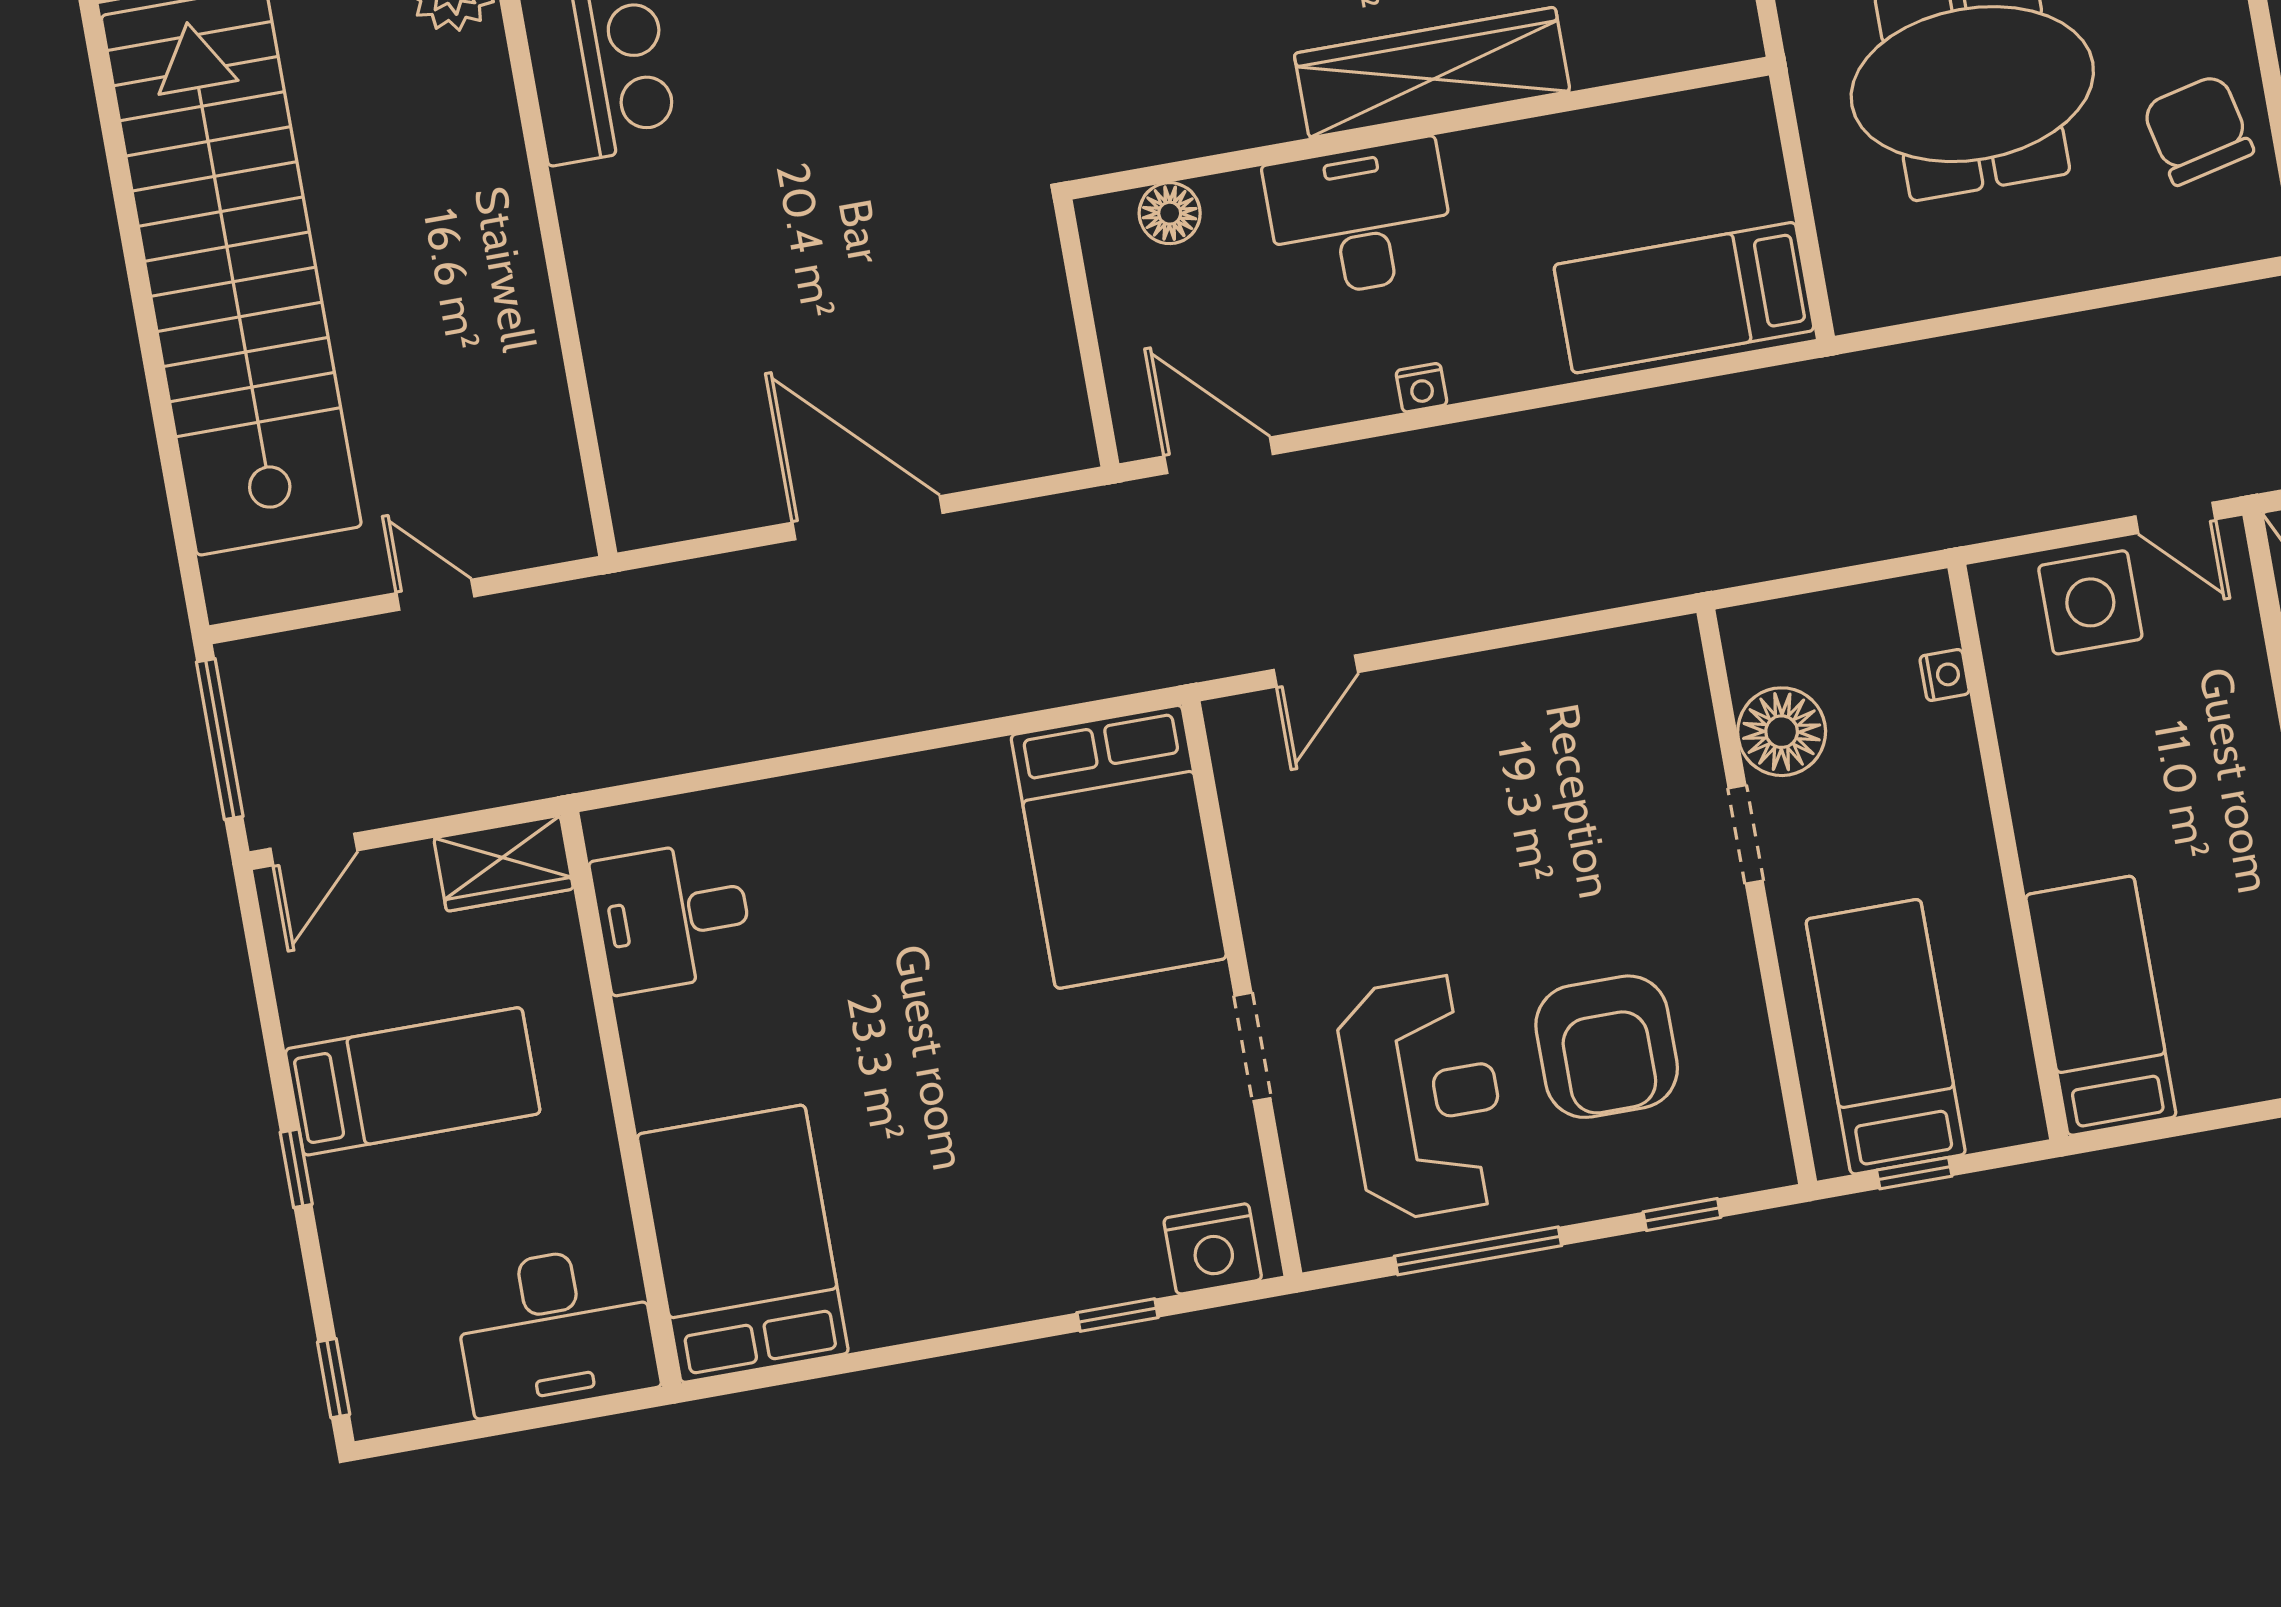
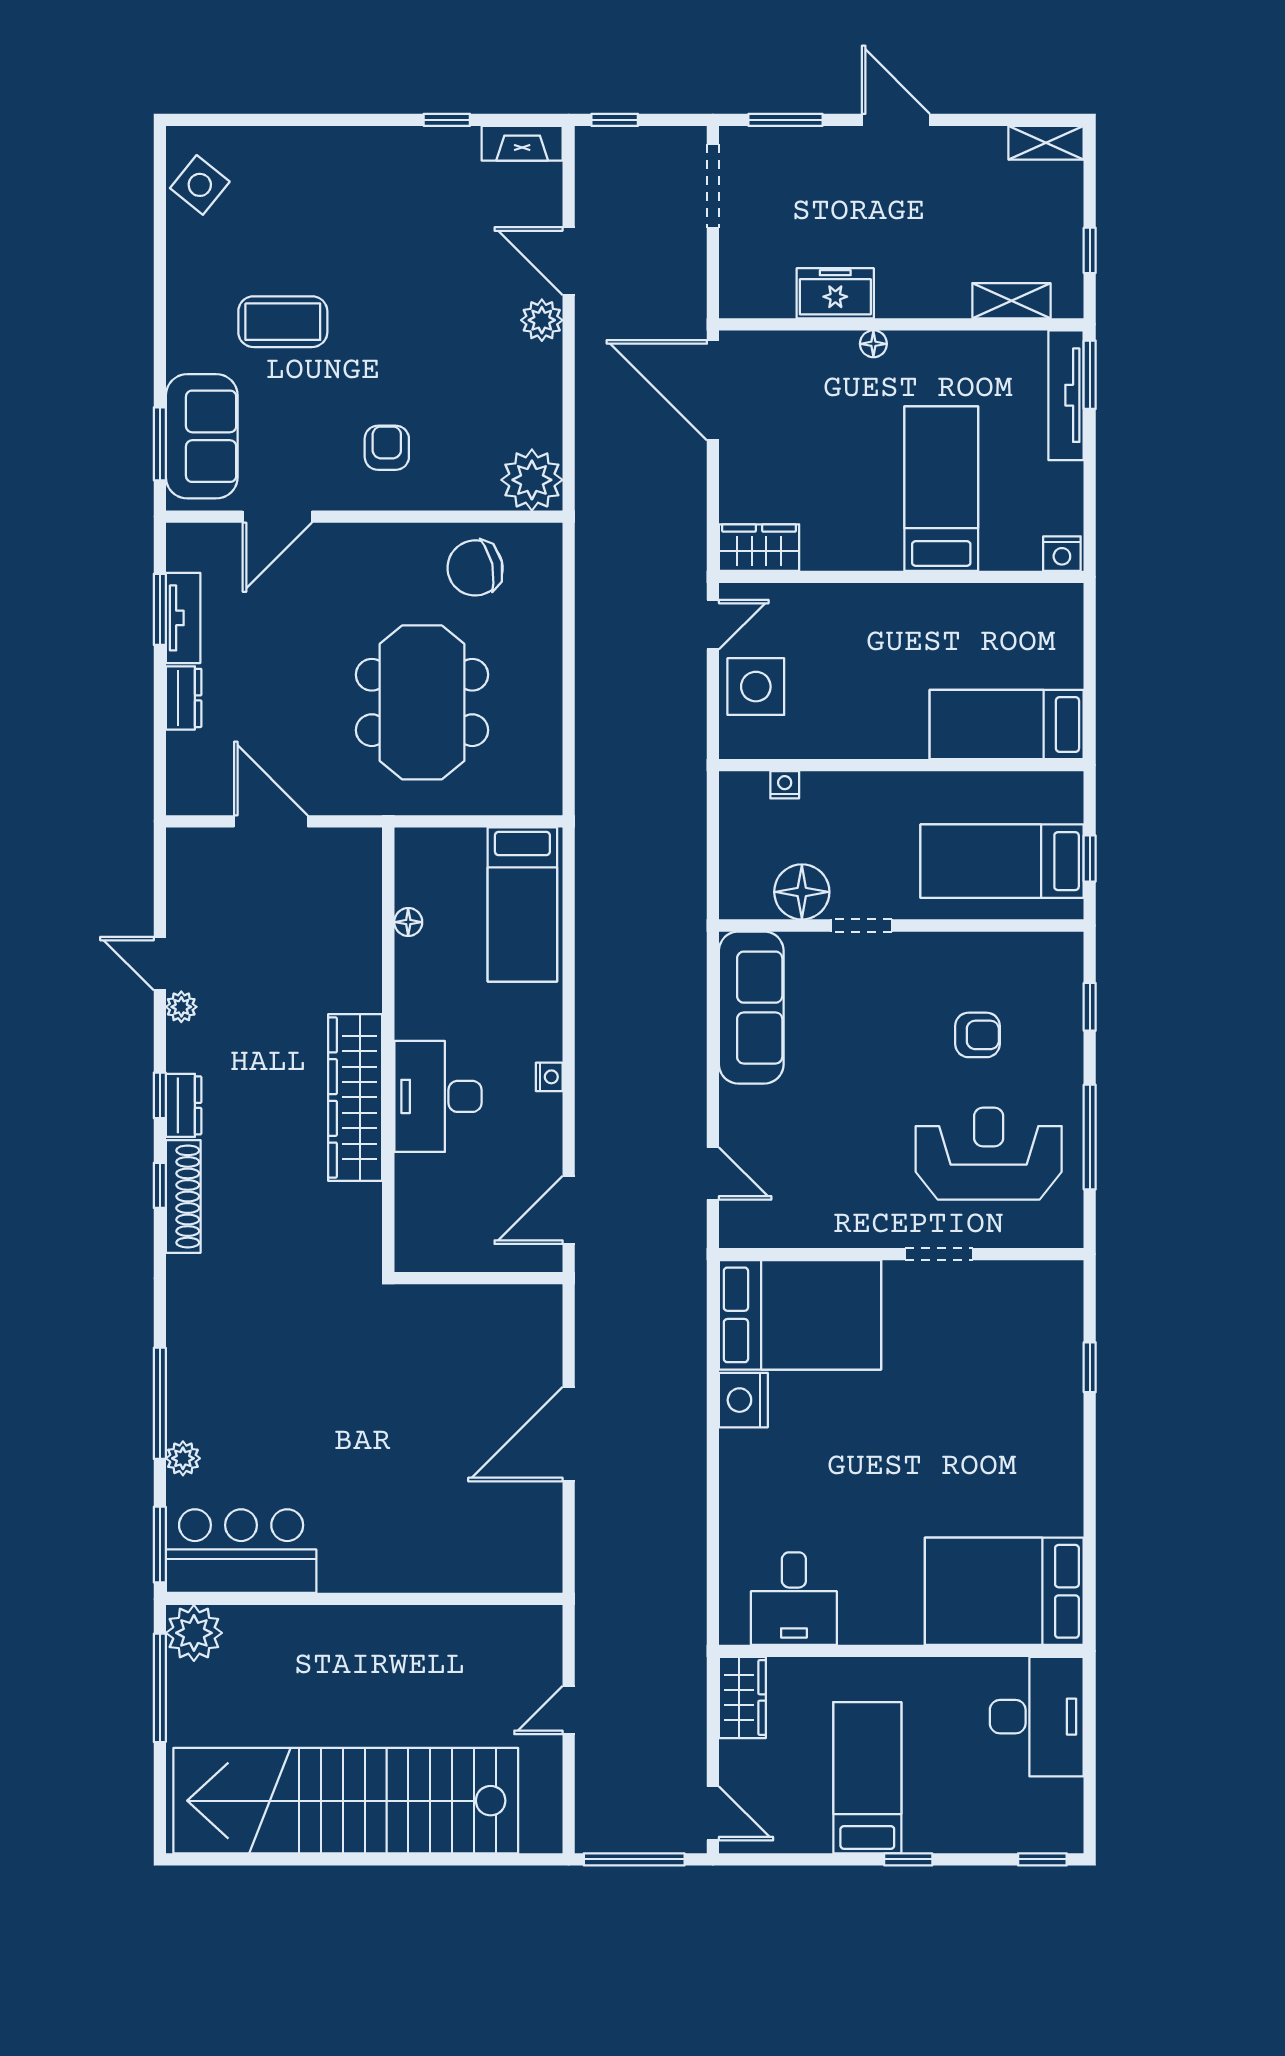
wardrobe: (1432, 72) -> (355, 1097), moved
floor lamp: (1170, 213) -> (408, 922), moved, width x0.73, depth x0.73
sofa: (1586, 685) -> (751, 1008), added
armchair: (1607, 1047) -> (978, 1035), width x0.53, depth x0.53
nightstand: (1213, 1249) -> (743, 1400), moved, turned 180

